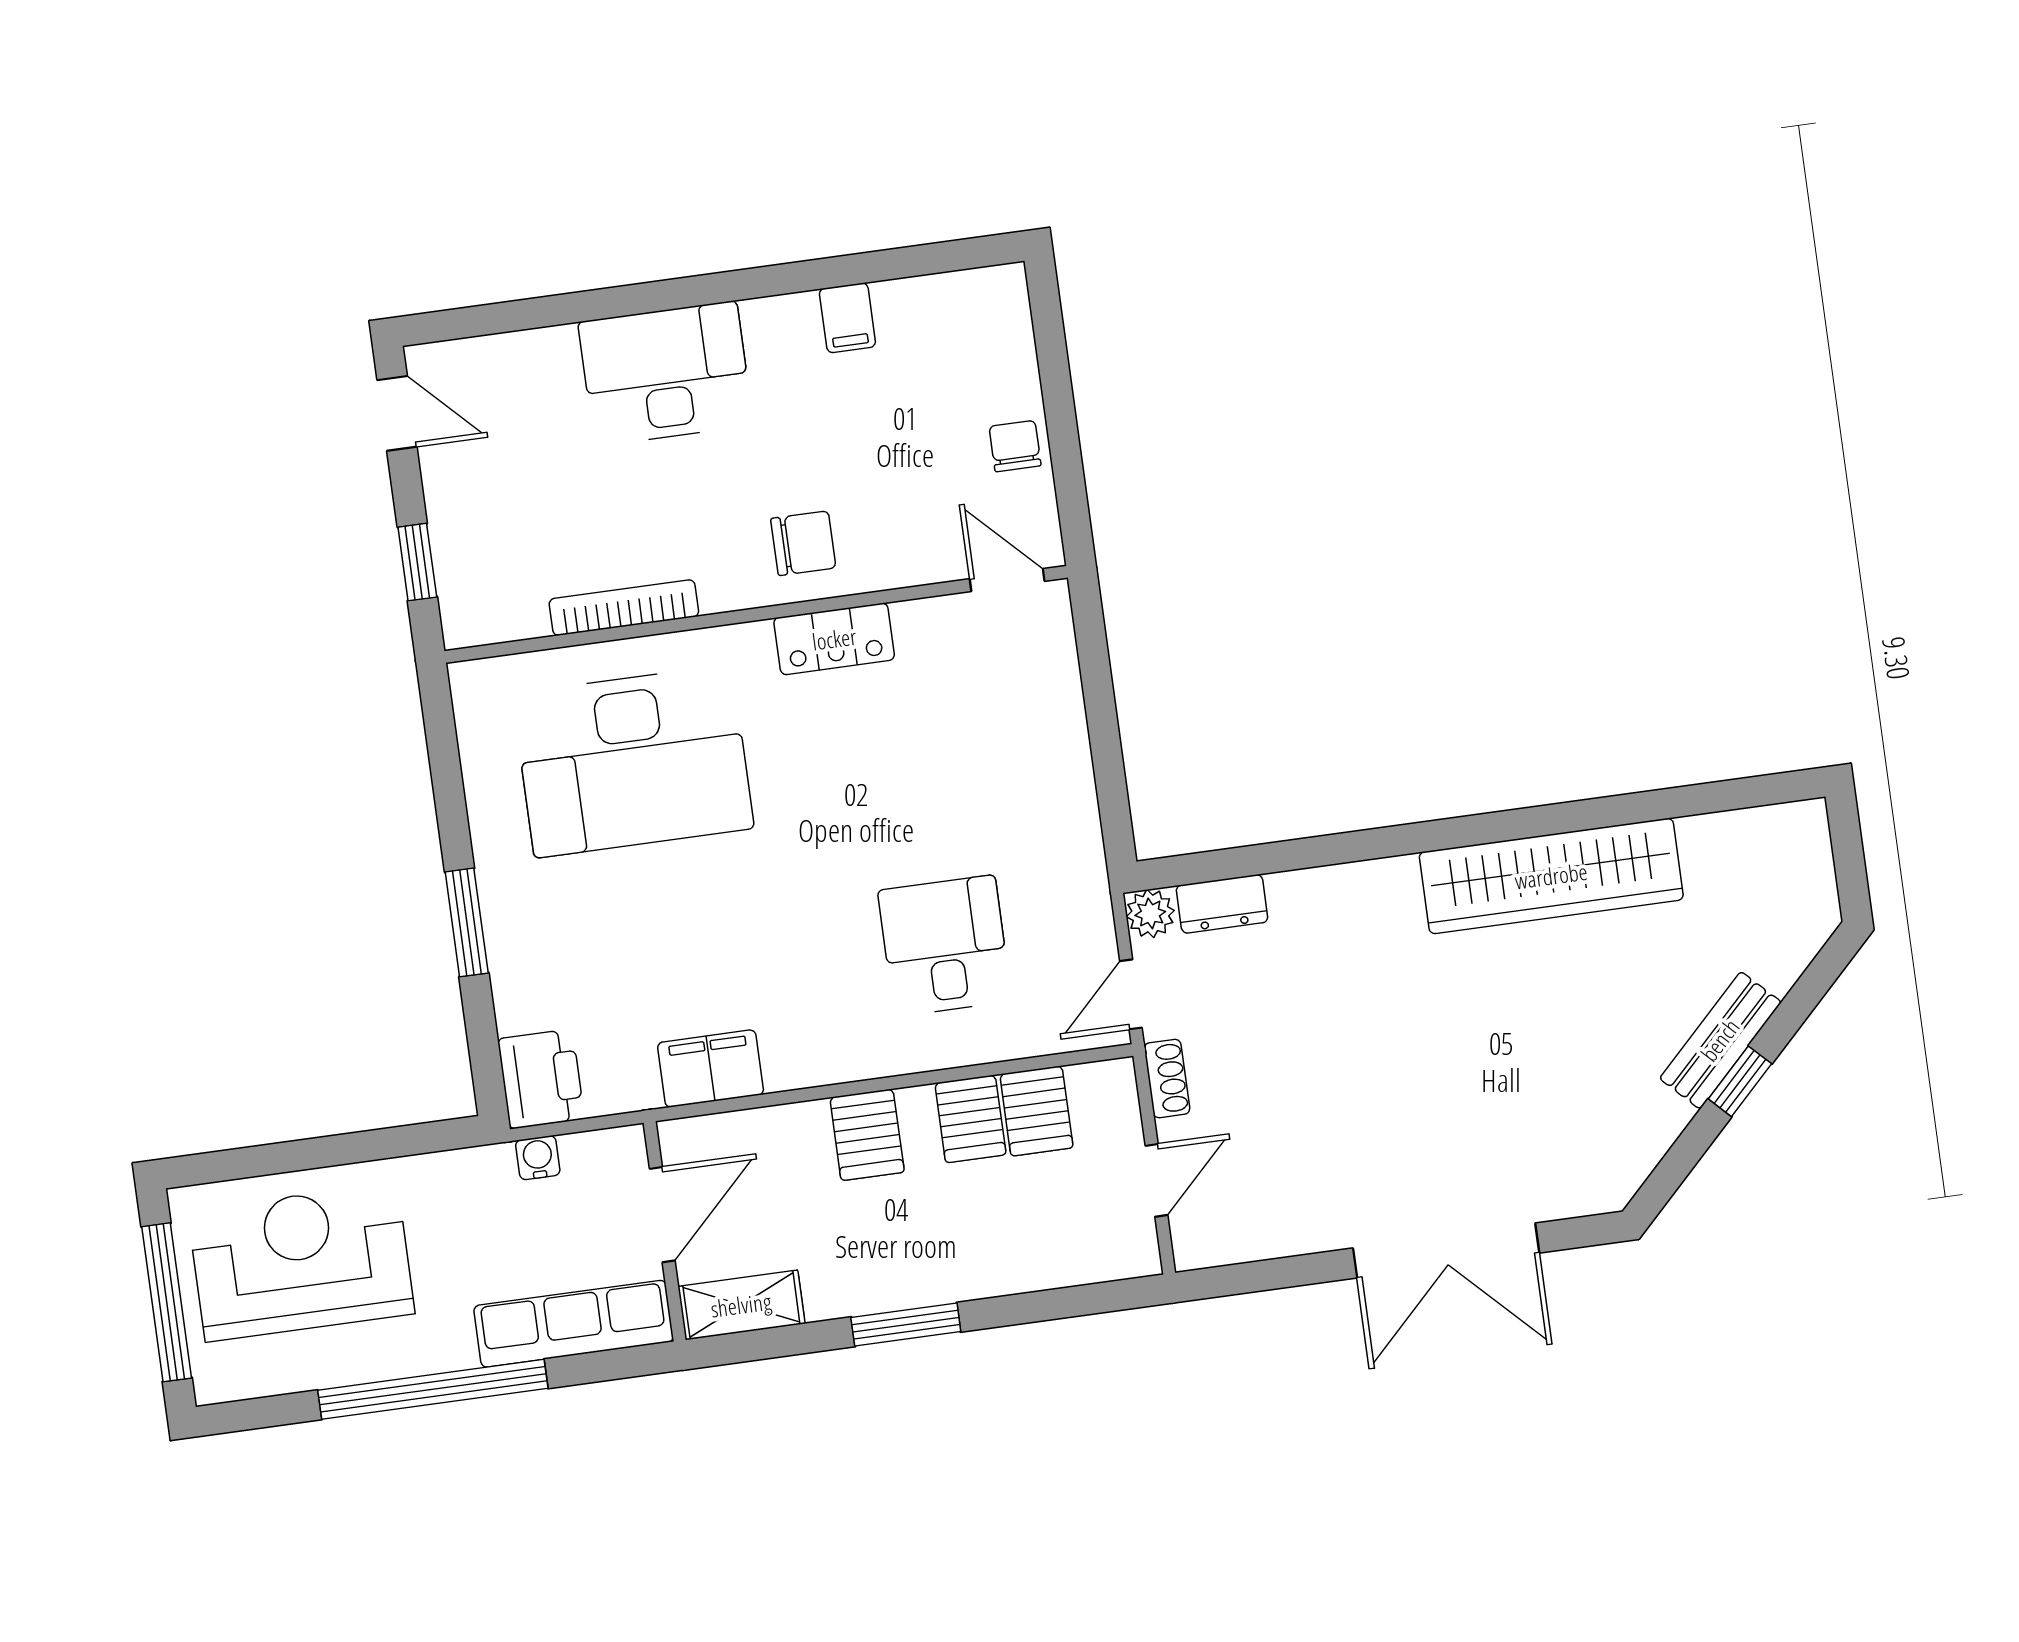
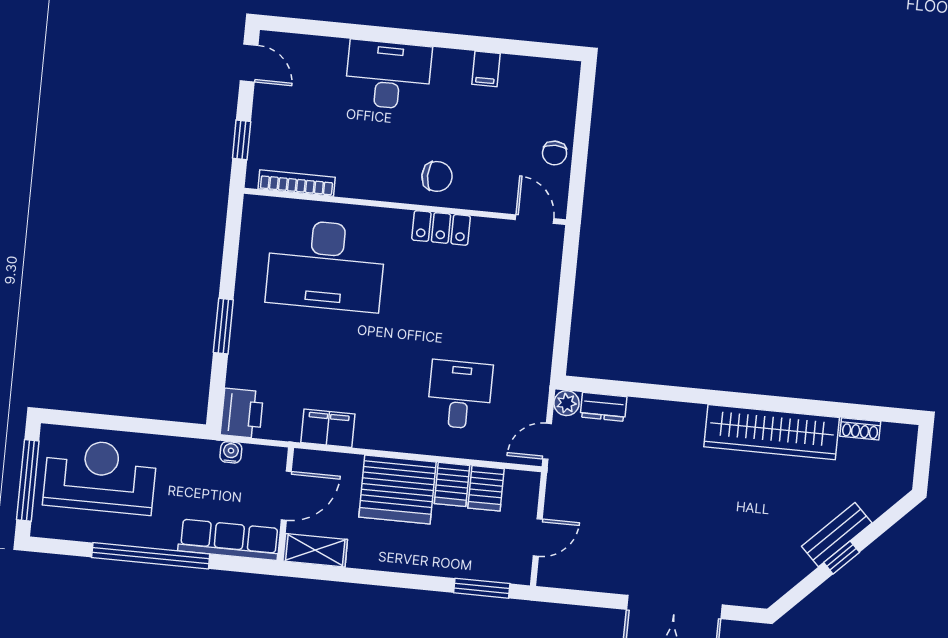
chair: (1015, 446) -> (555, 153), turned 180
bookcase: (624, 608) -> (297, 183), moved
shoe rack: (1167, 1079) -> (860, 429), moved, turned 90
server rack: (867, 1135) -> (397, 490), width x2.18, depth x1.44
window: (906, 1325) -> (482, 588), moved

